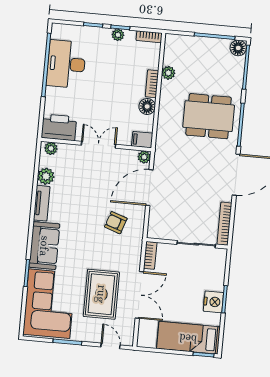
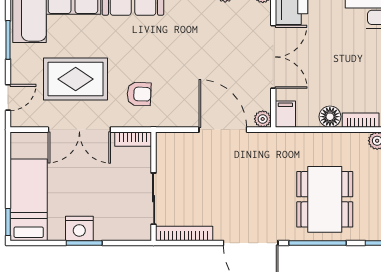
double door: (98, 145) -> (273, 57), width x1.37
armchair: (116, 223) -> (139, 94), moved, turned 73

